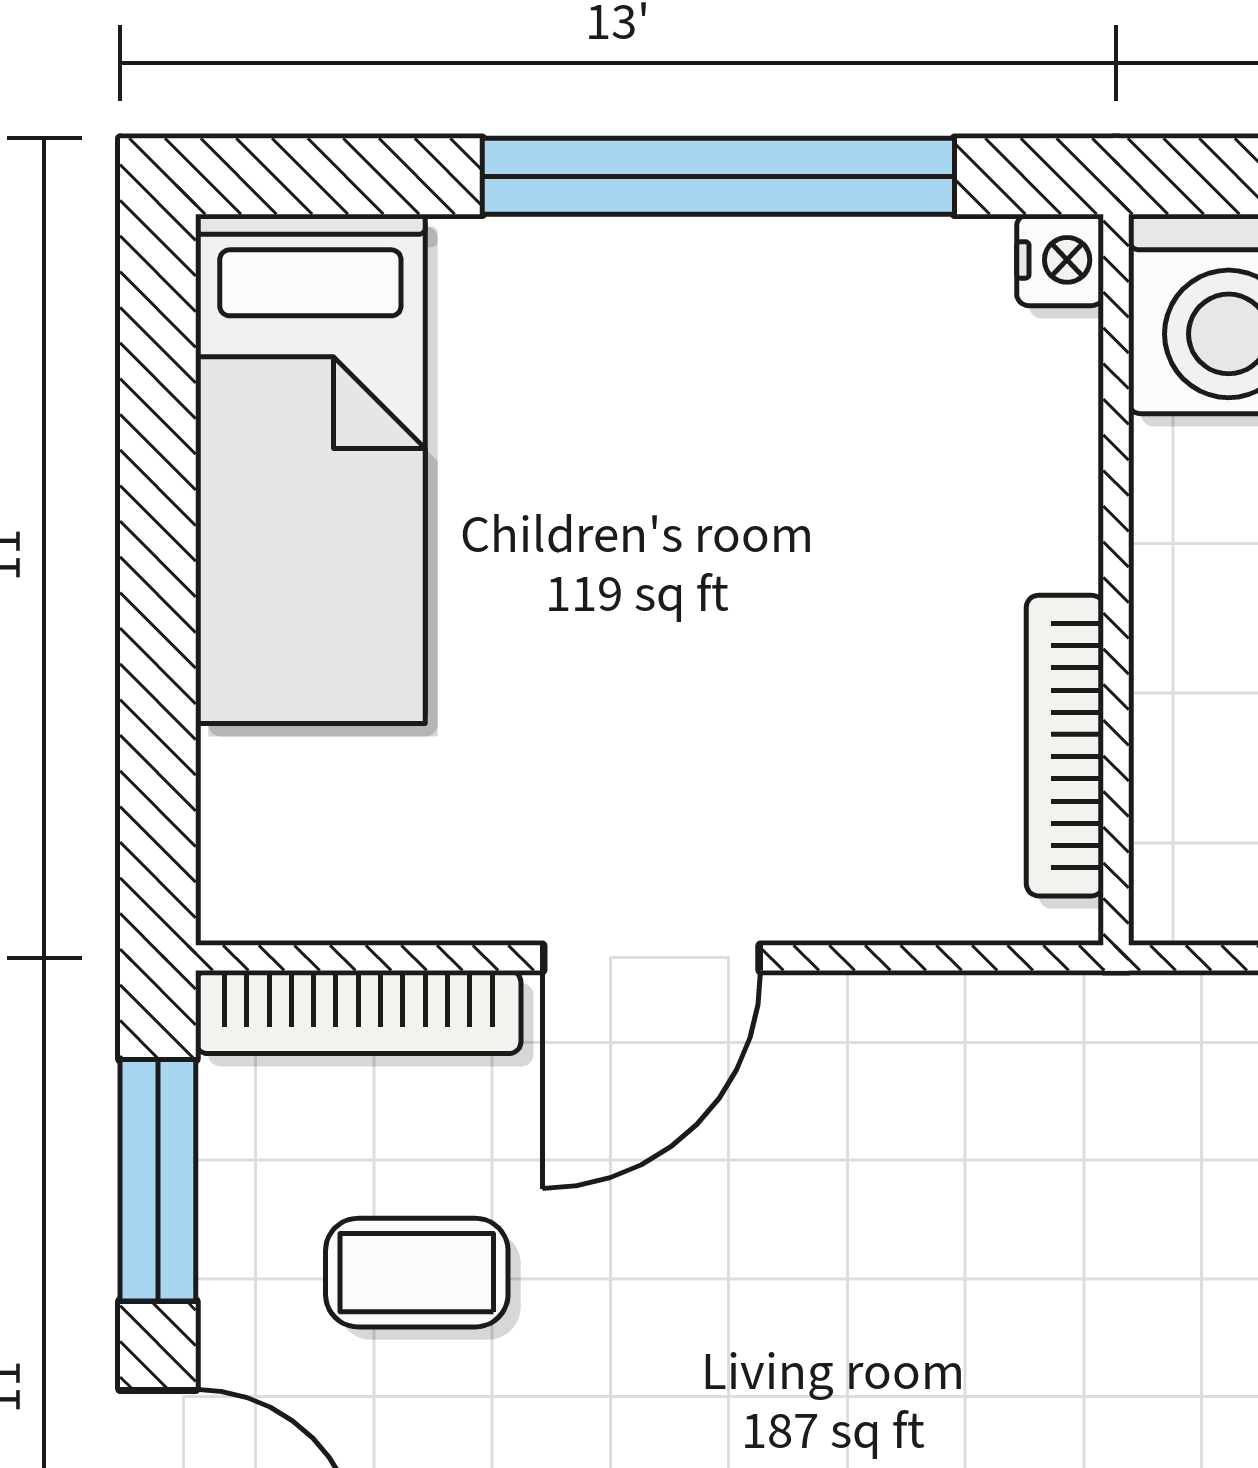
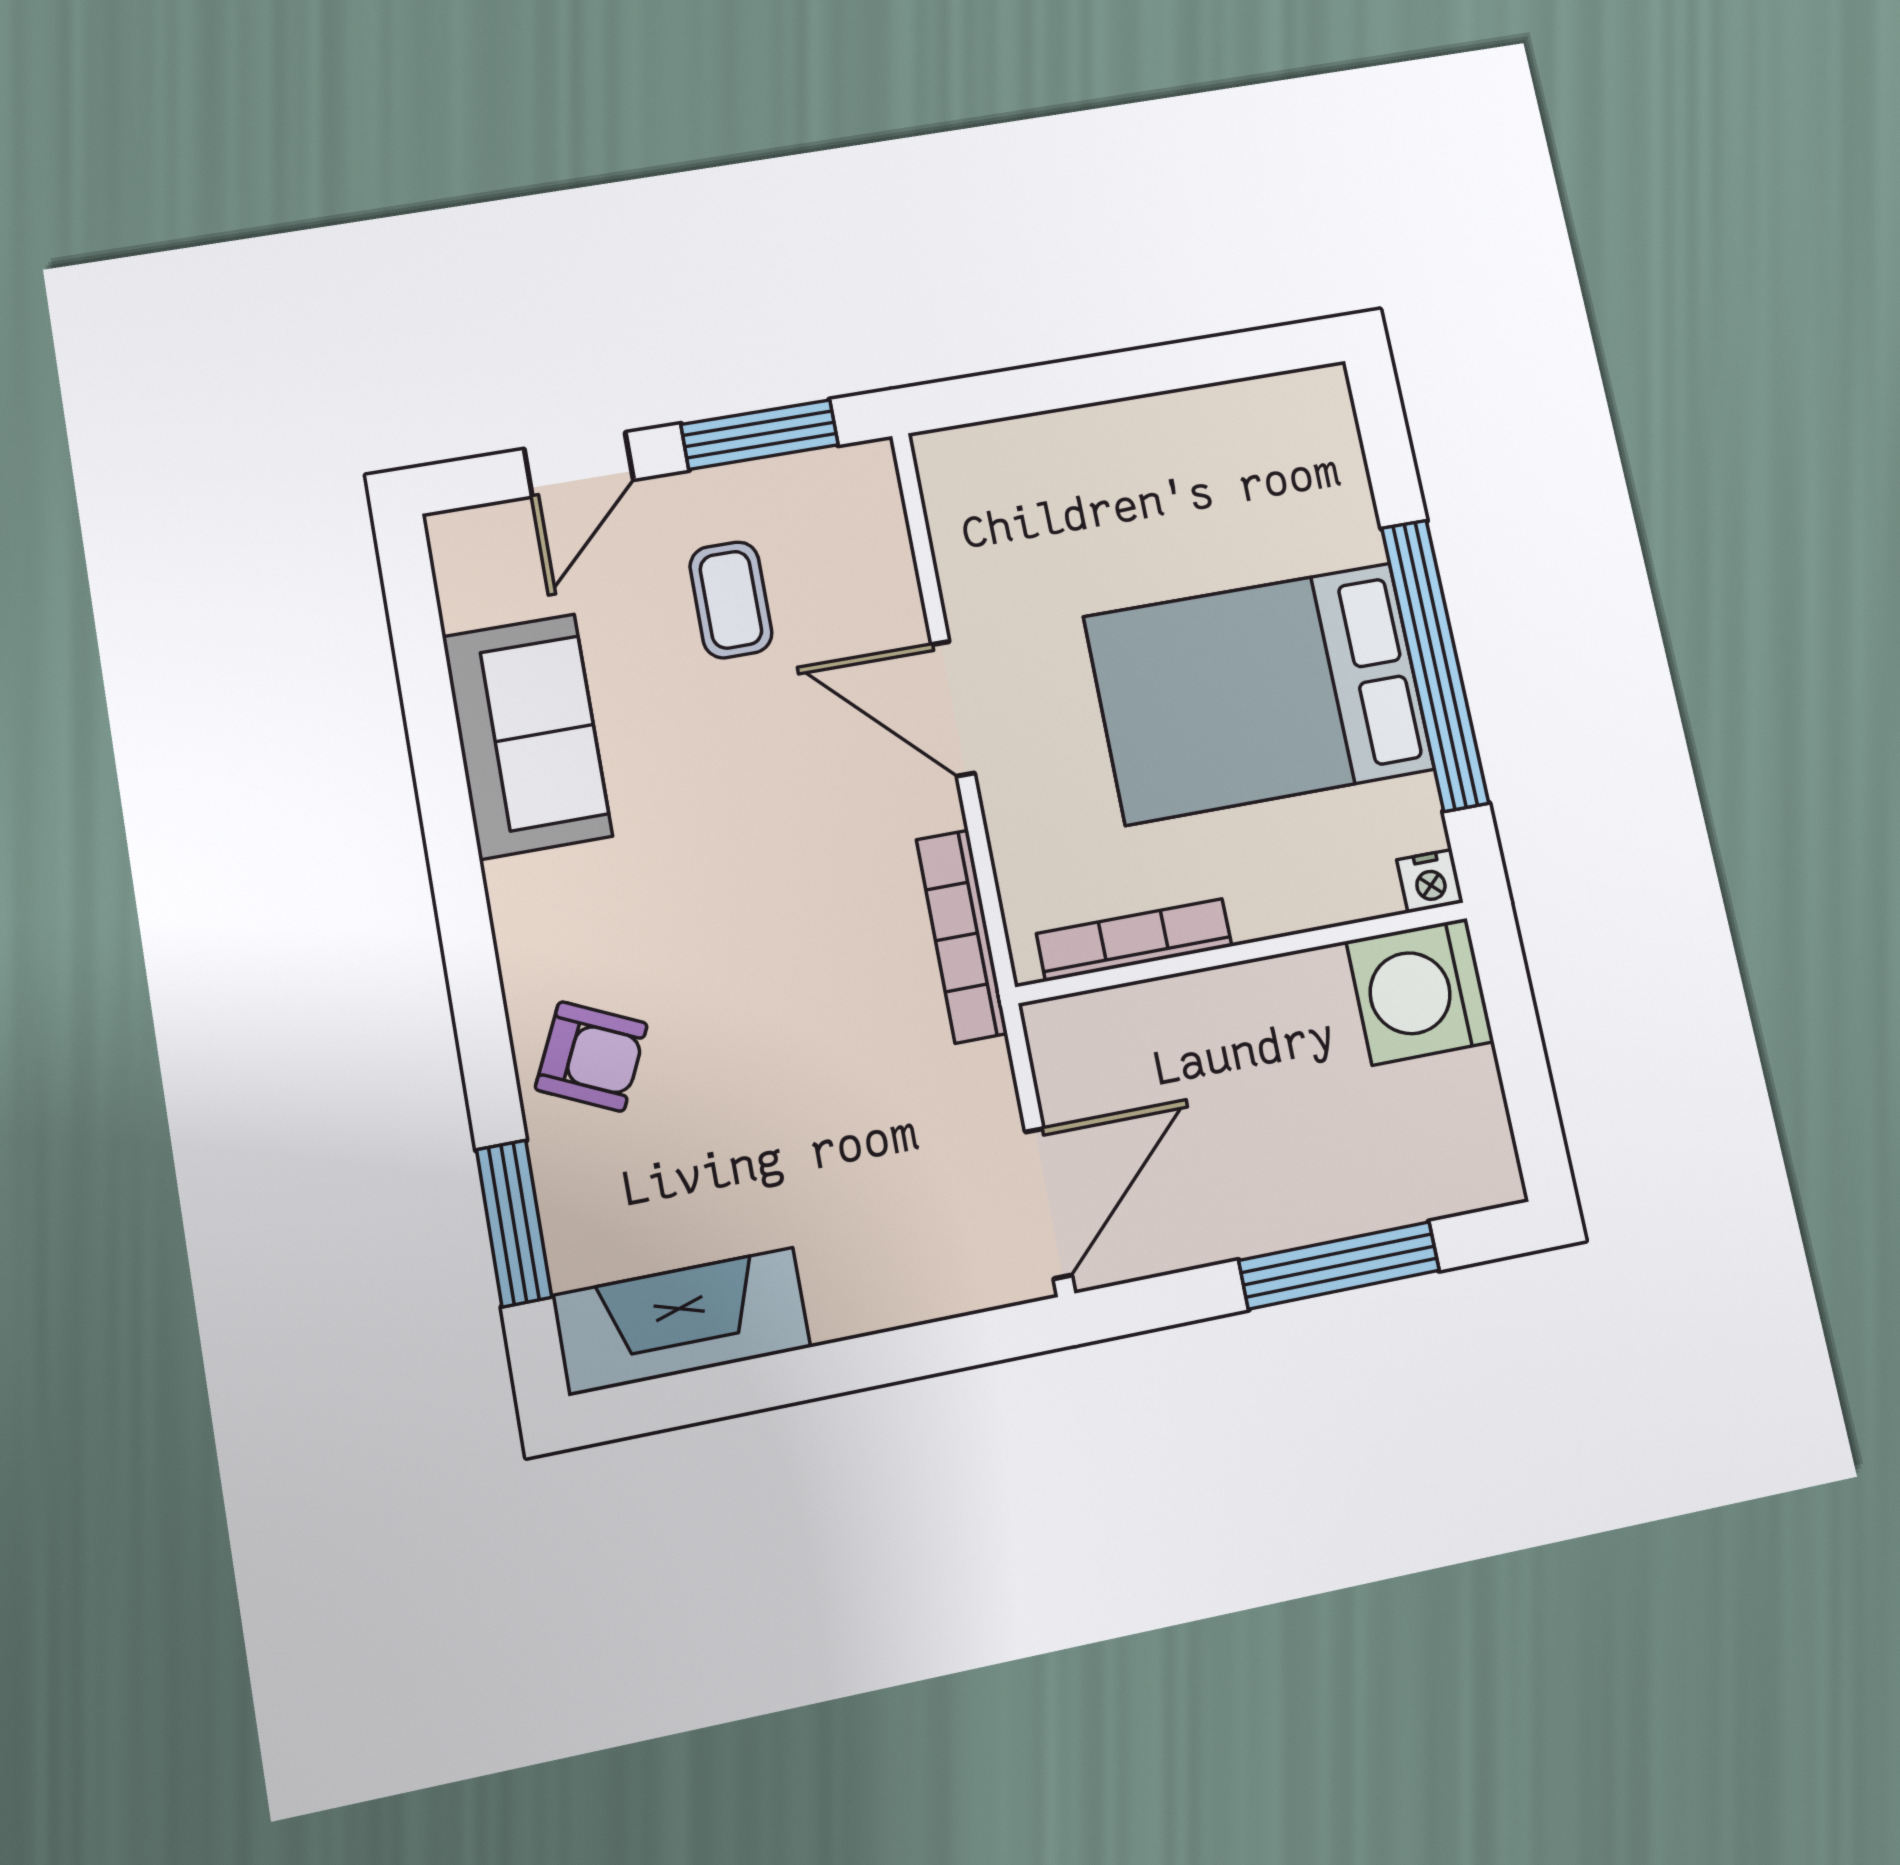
bed: (310, 469) -> (1259, 693), moved, width x1.50
bookcase: (358, 1012) -> (962, 936), moved

